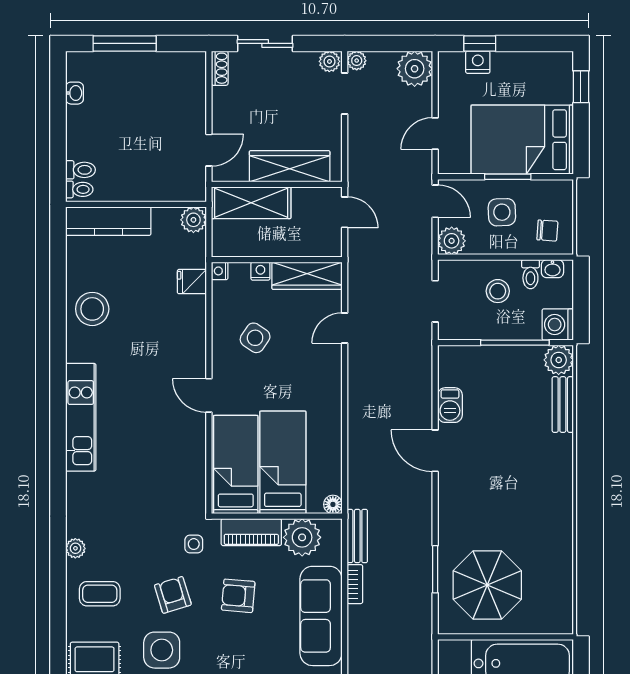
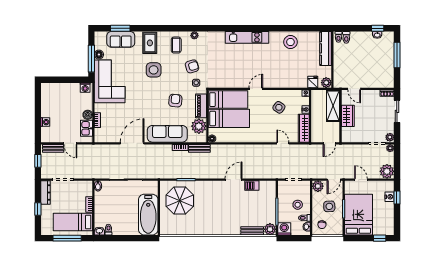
window: (58, 92) -> (378, 28), added
wardrobe: (290, 166) -> (348, 116), width x0.67
fridge: (192, 282) -> (313, 82), moved
armchair: (173, 595) -> (192, 66), moved

